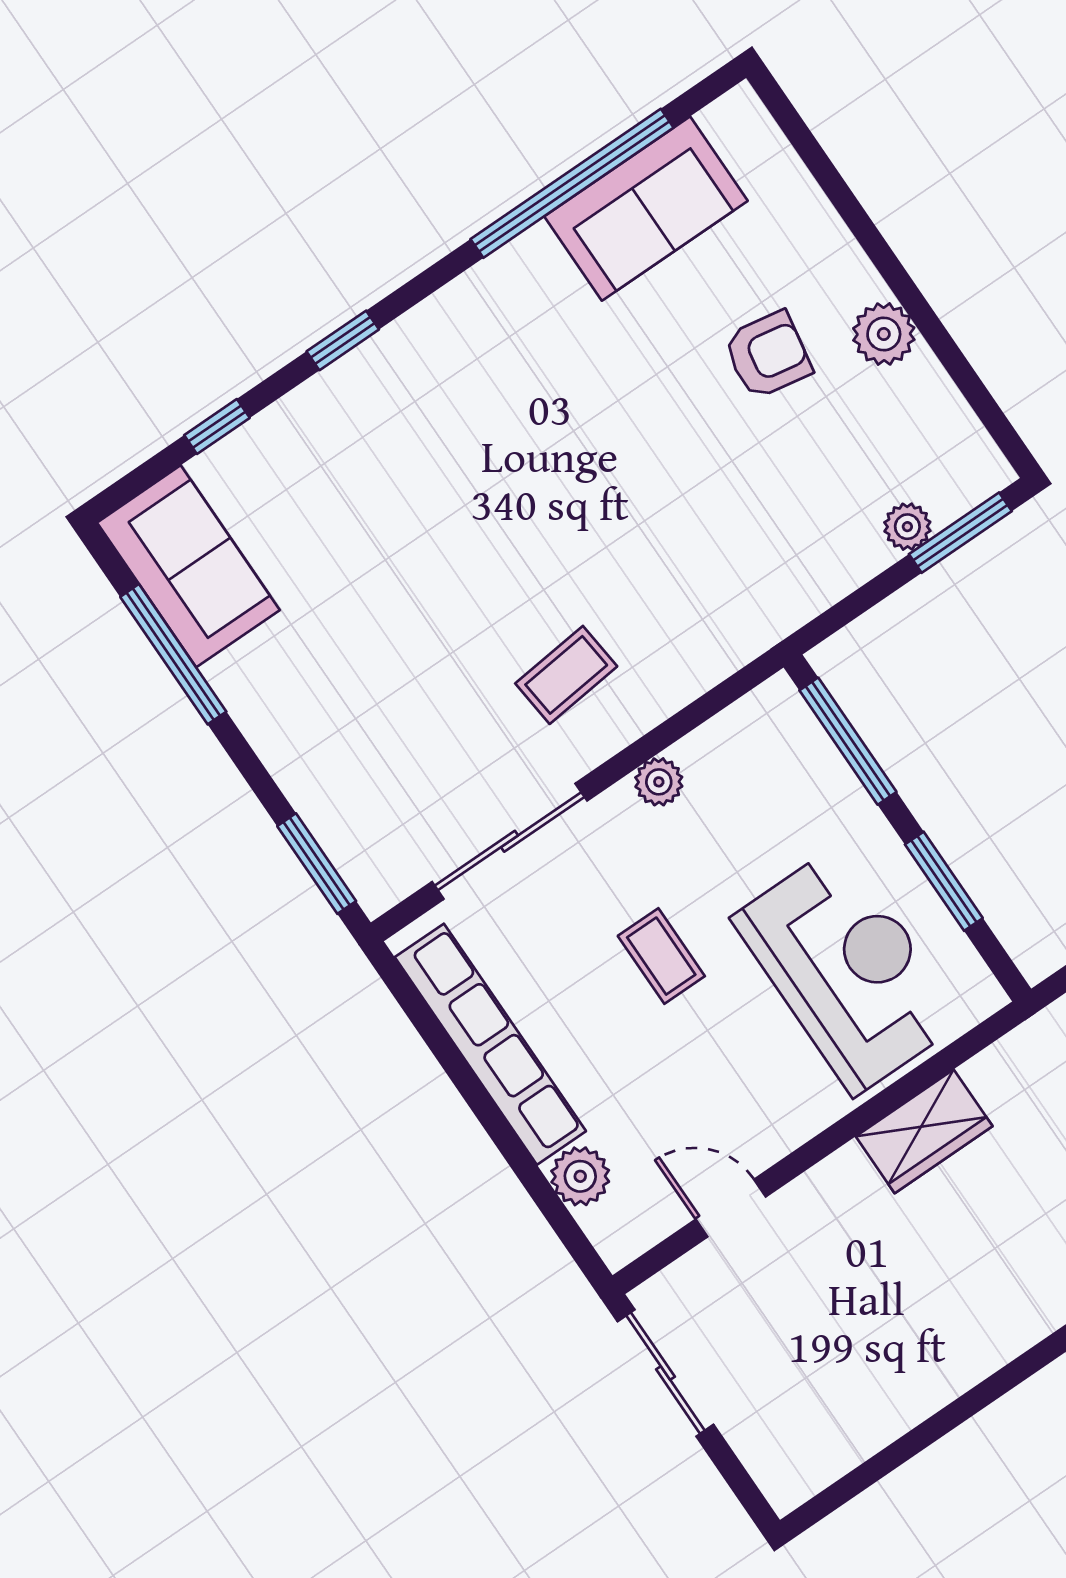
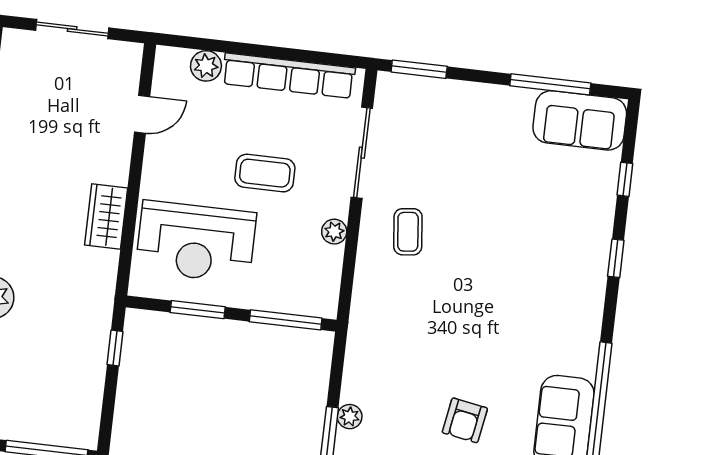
coffee table: (661, 956) -> (265, 173), width x1.36, depth x1.30
sliding door: (665, 1373) -> (72, 29), moved

